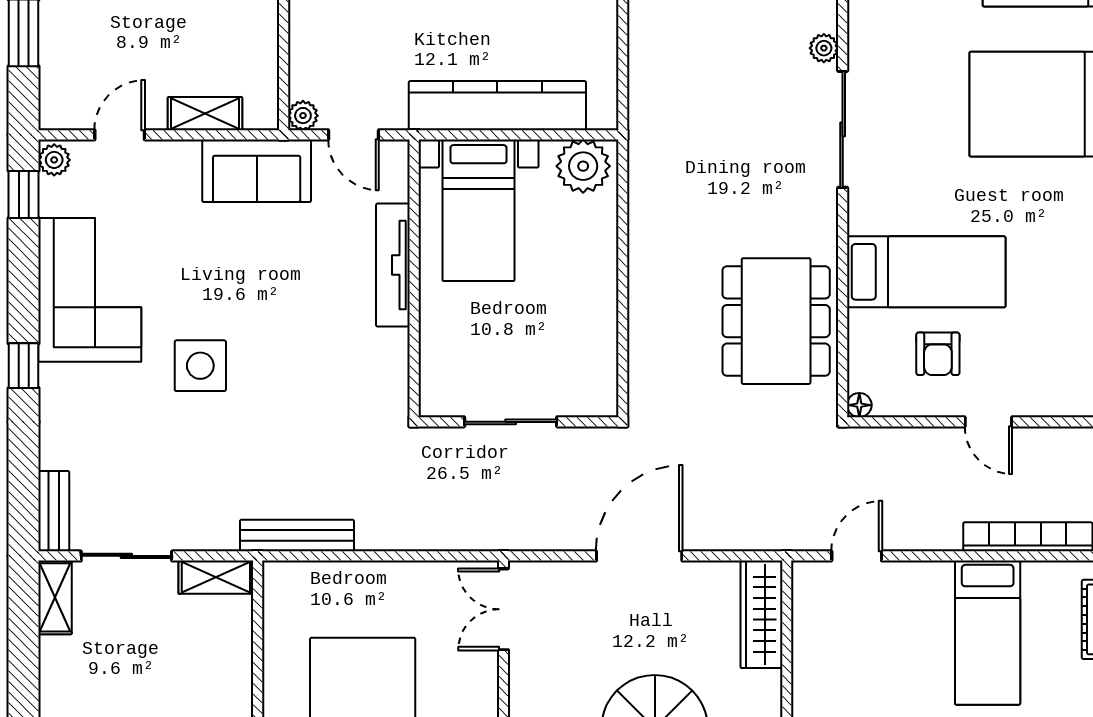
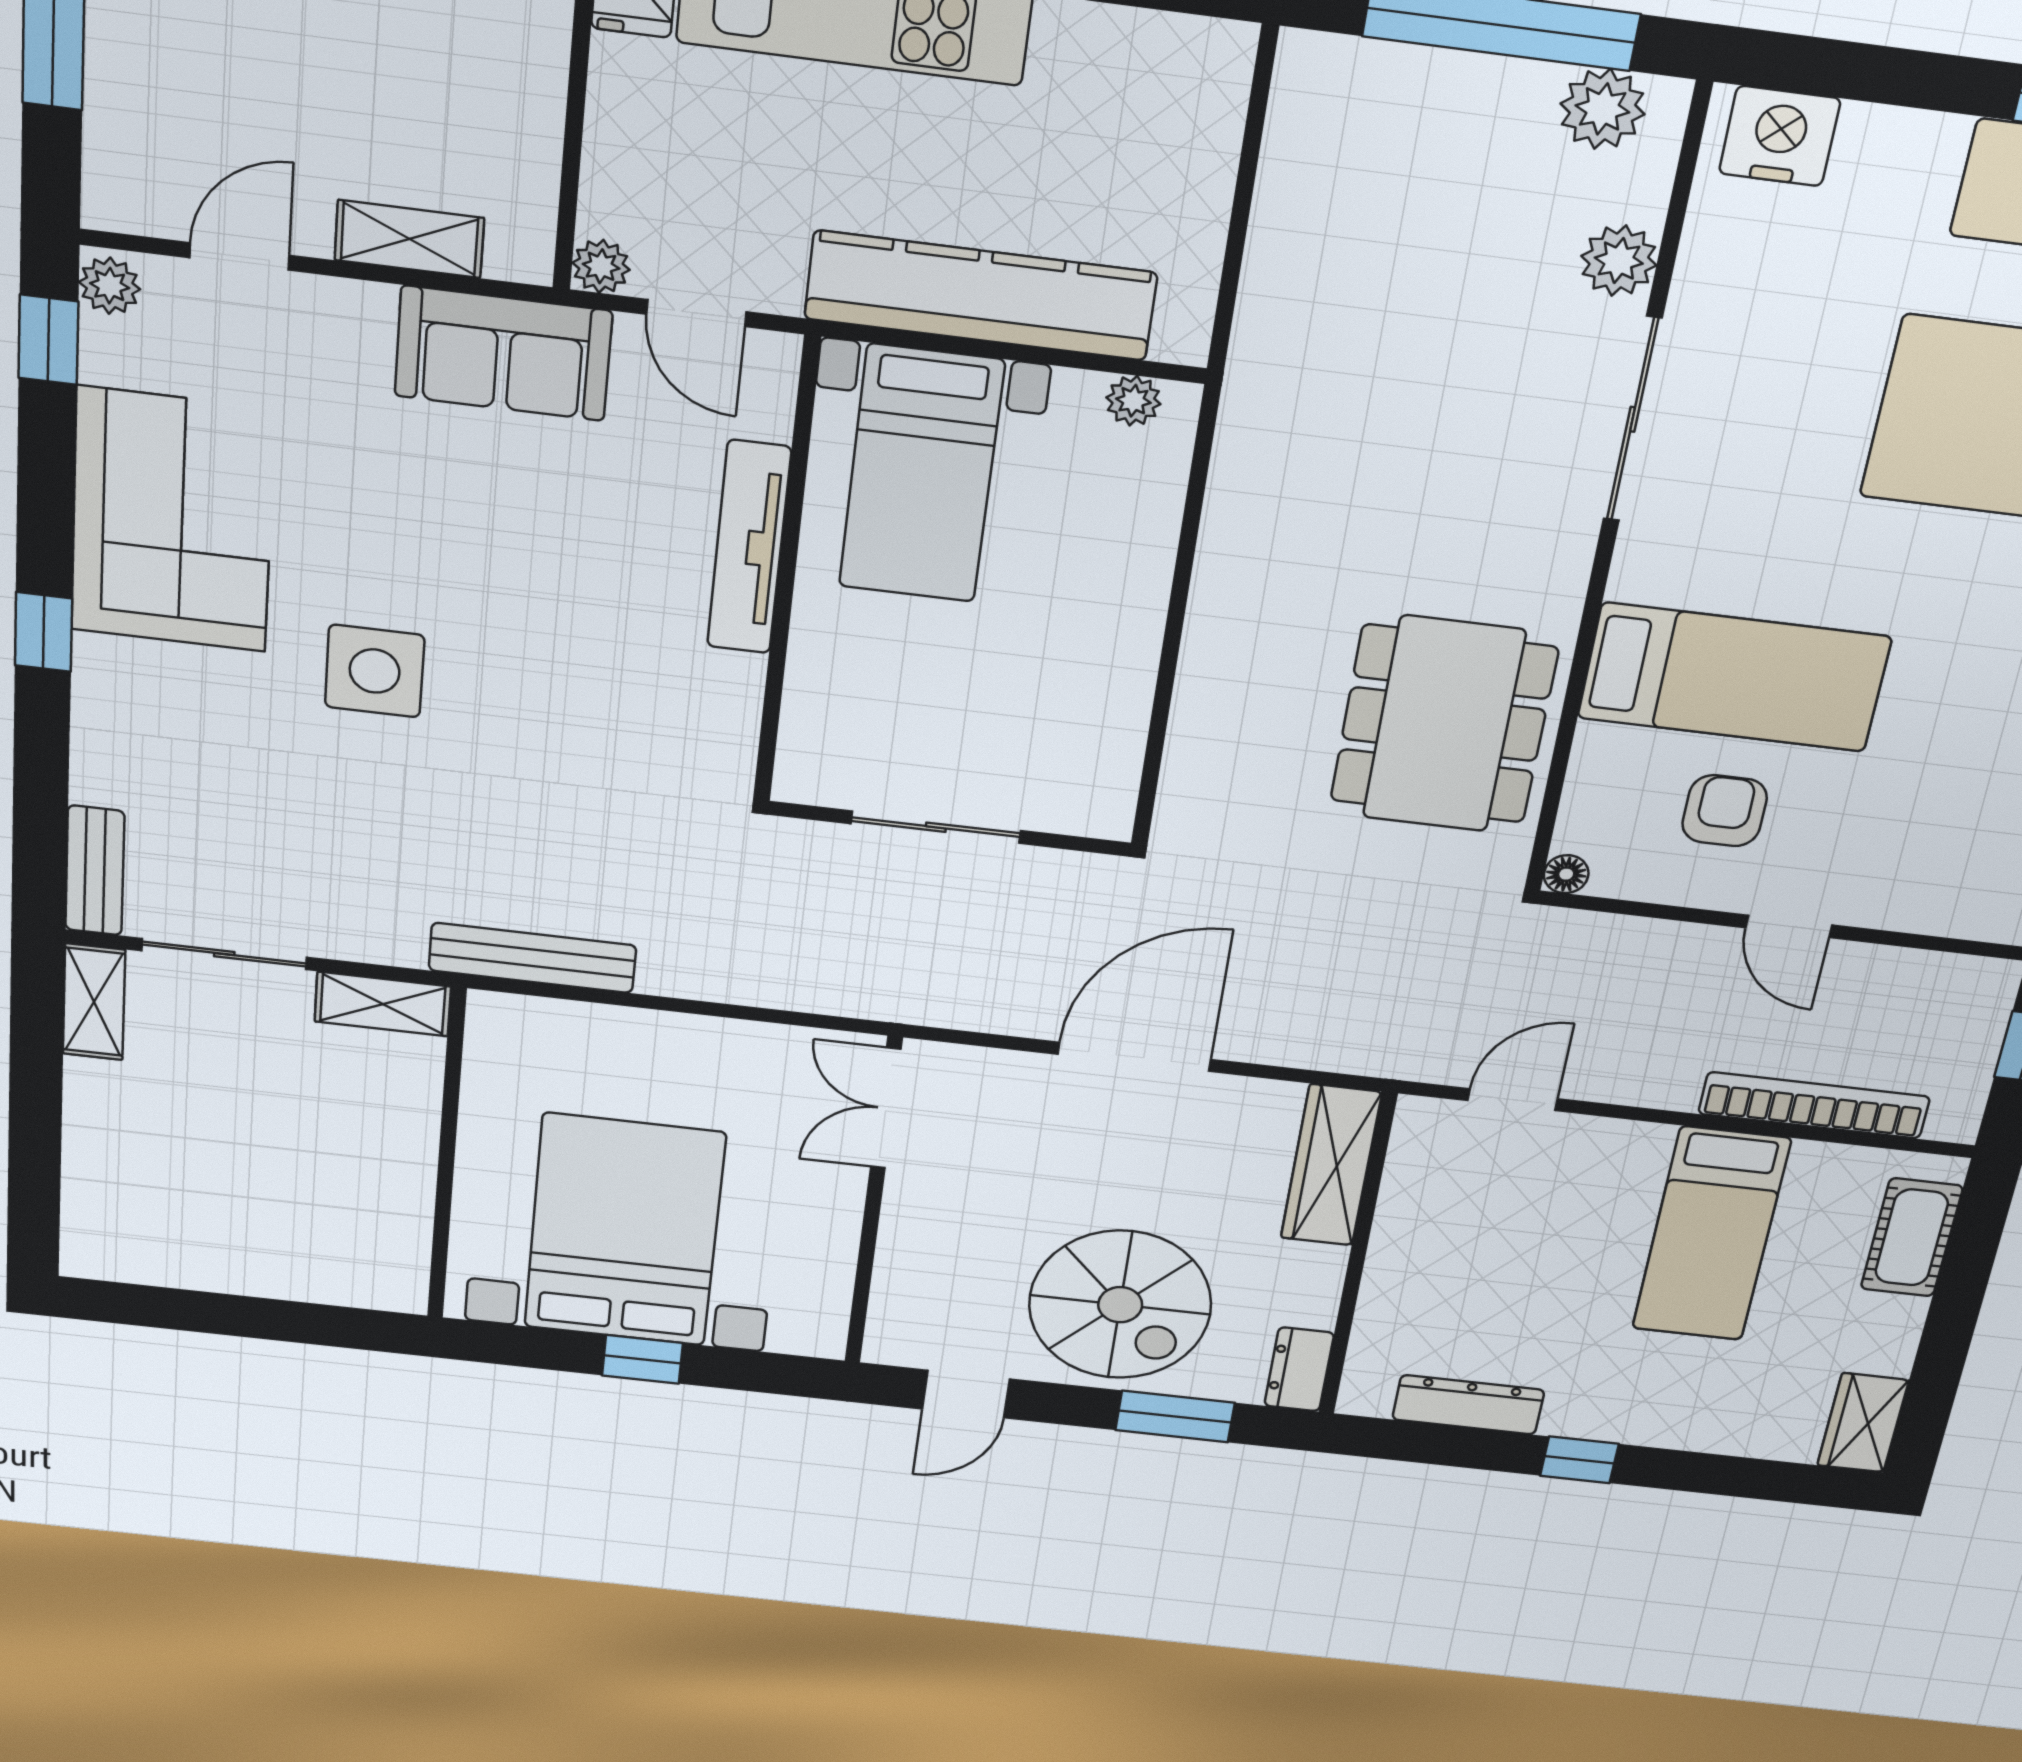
plant: (824, 48) -> (1619, 261), width x1.38, depth x1.38
plant: (583, 166) -> (1133, 401), width x0.53, depth x0.53
armchair: (938, 354) -> (1725, 811), turned 180

